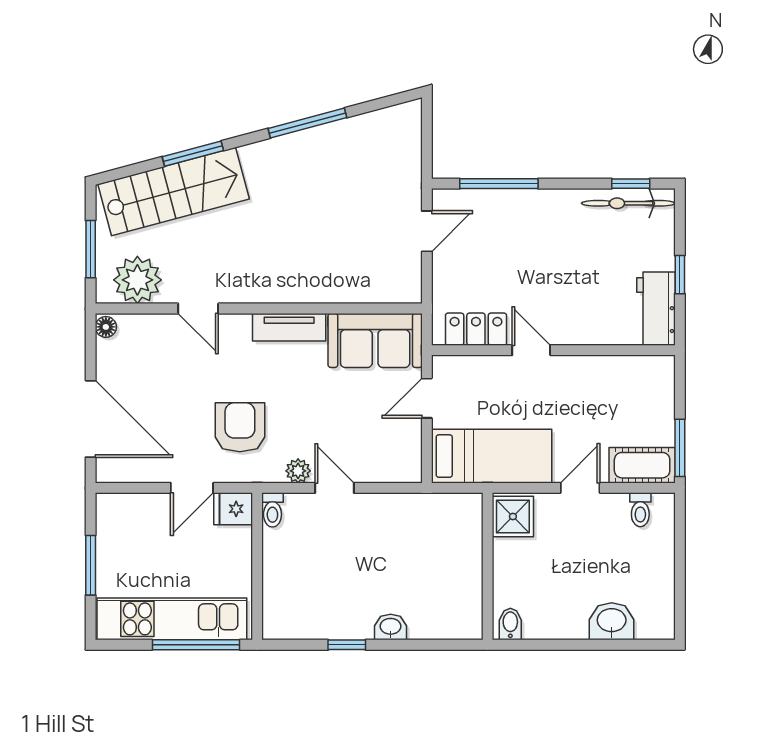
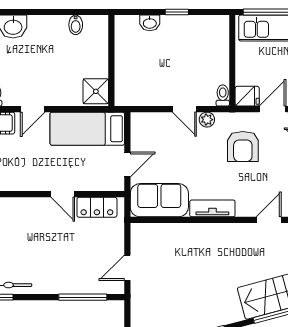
door: (198, 309) -> (269, 220), hinge flipped
shower: (513, 516) -> (96, 91), moved
wall: (488, 566) -> (111, 61), moved

